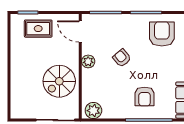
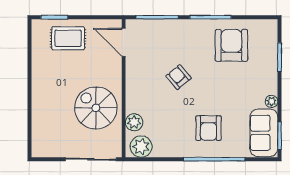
plant: (88, 61) -> (134, 122), moved
spiral stairs: (59, 81) -> (96, 108), turned 90

